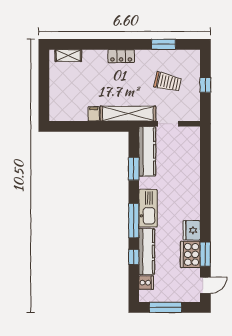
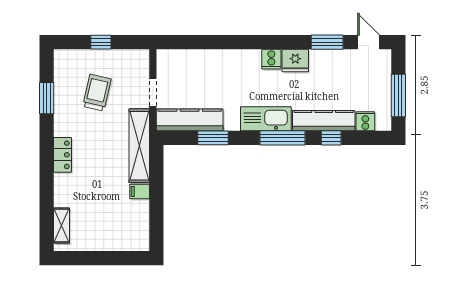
cooker: (190, 254) -> (271, 59), moved, width x0.53, depth x0.76

